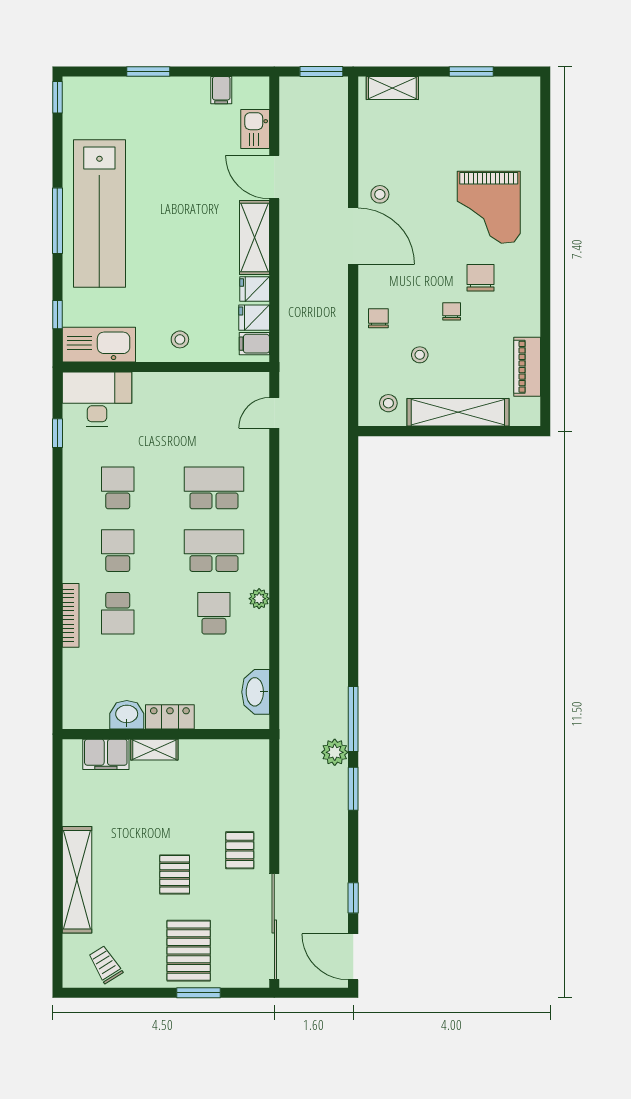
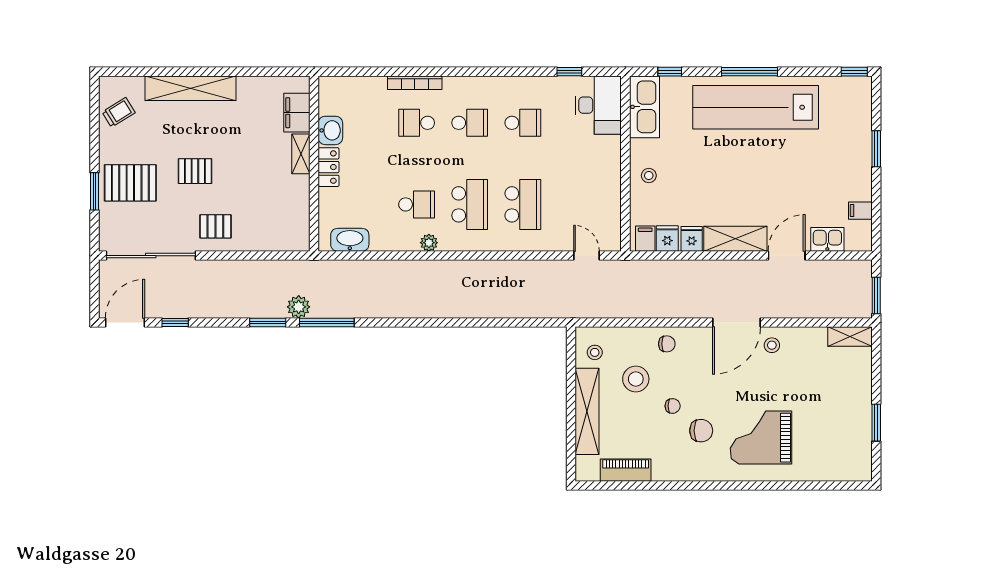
shelving: (392, 88) -> (850, 337), moved, turned 90
stool: (420, 355) -> (636, 379), width x1.89, depth x1.89

